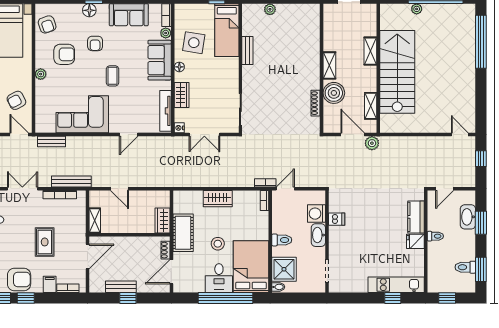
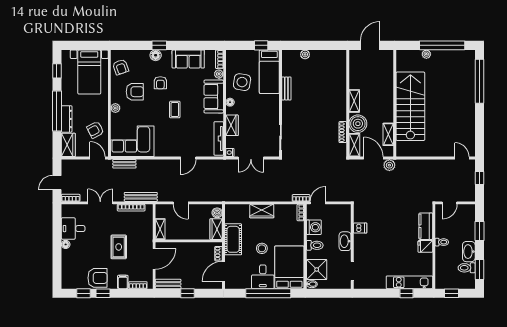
shelving: (370, 51) -> (354, 145), moved
corner sofa: (82, 114) -> (132, 141), moved
boiler: (164, 201) -> (217, 213), added
washing machine: (316, 214) -> (314, 227), moved, turned 180
washbasin: (468, 217) -> (469, 252), moved
bench: (121, 287) -> (168, 284), moved

